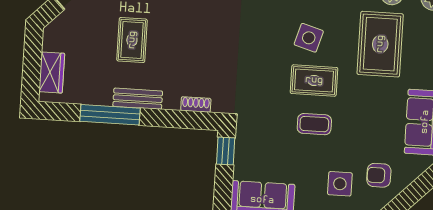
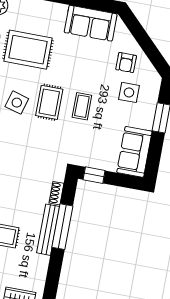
bench: (138, 99) -> (48, 230), width x1.36
window: (110, 115) -> (62, 227), moved

